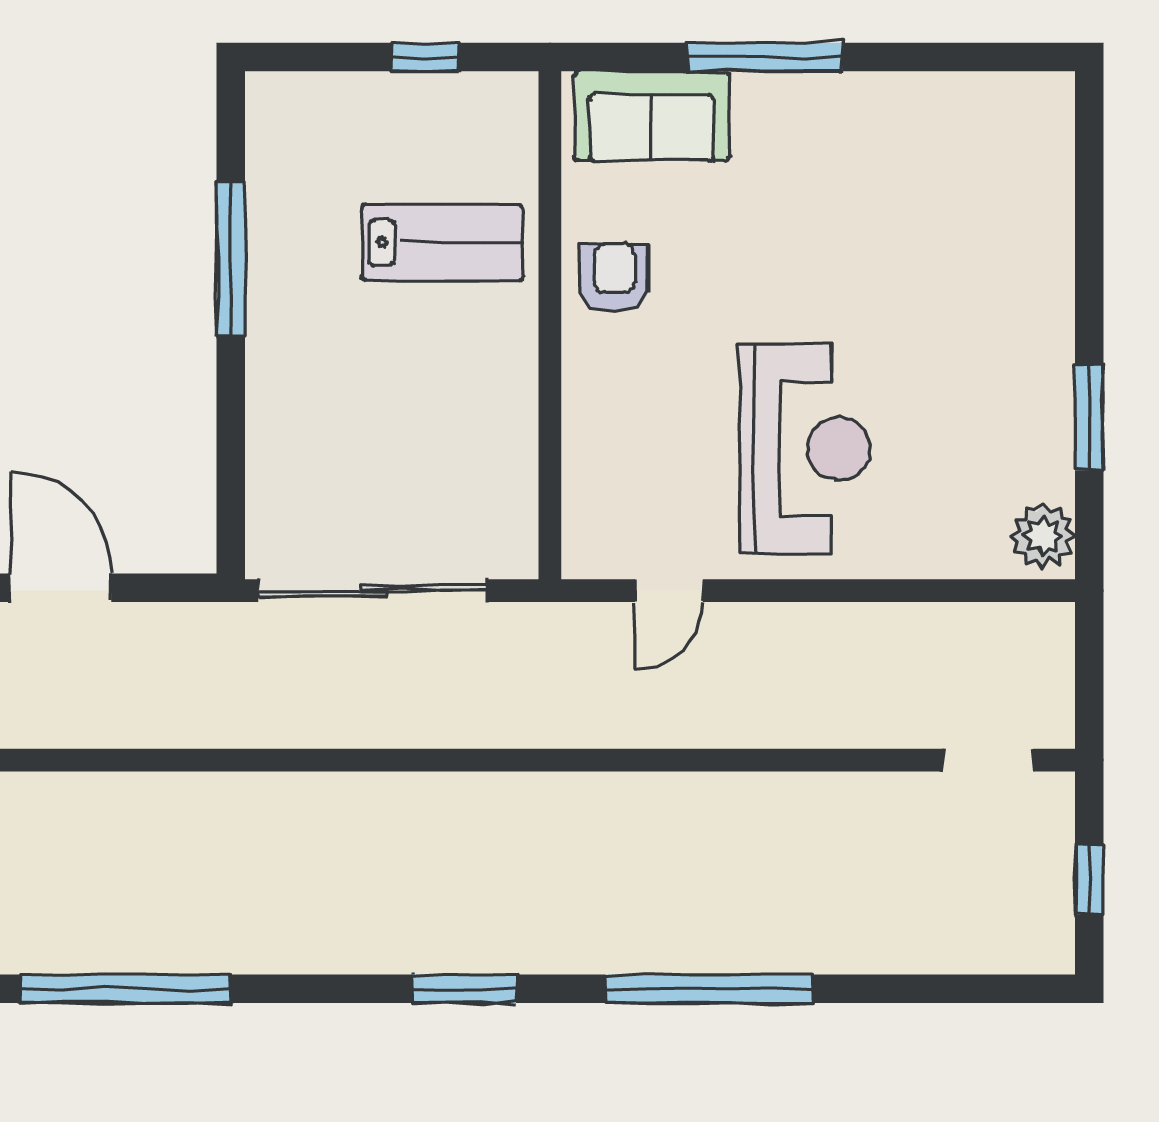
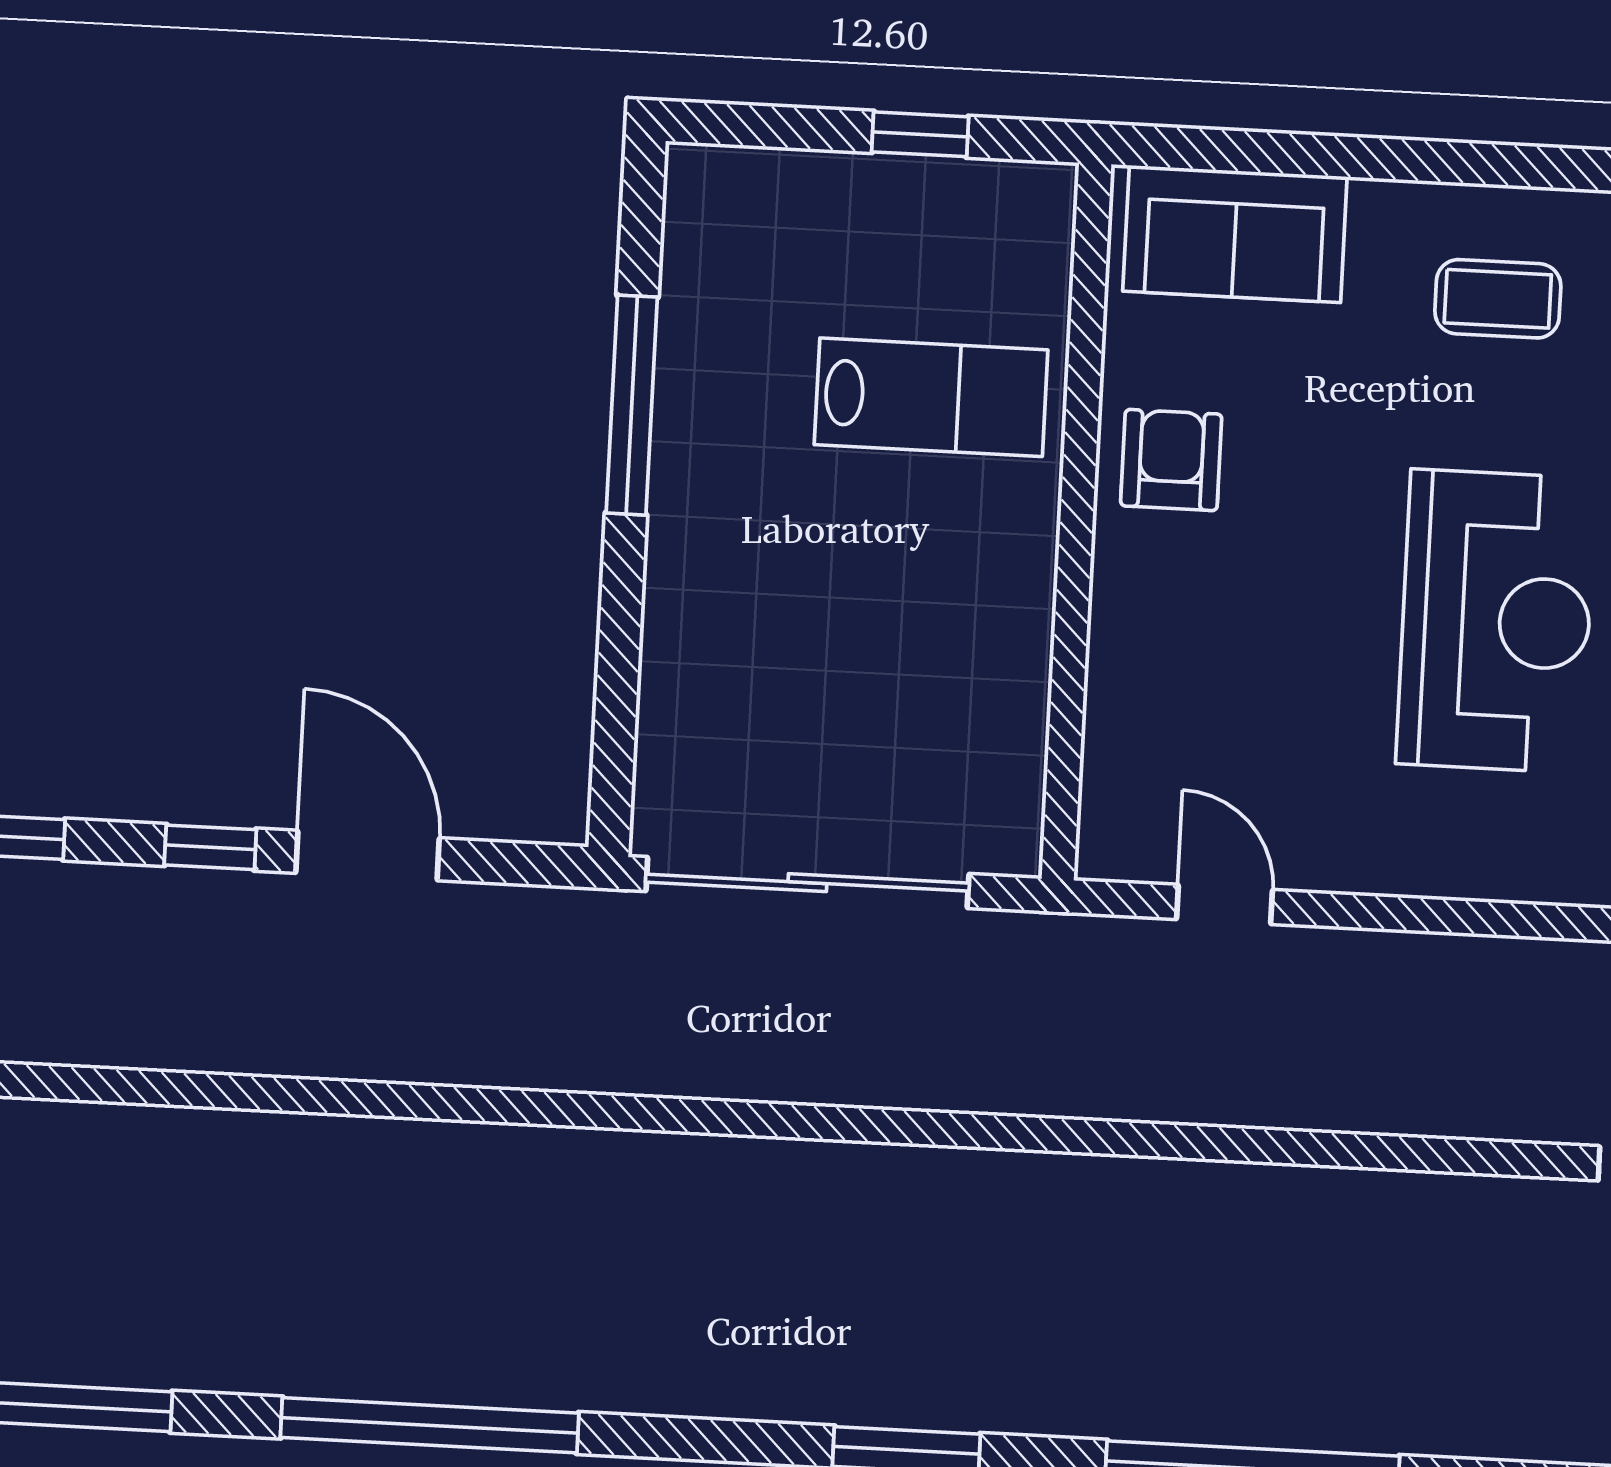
window: (765, 57) -> (1399, 159), removed
coffee table: (840, 152) -> (1498, 299), added
reception desk: (805, 449) -> (1496, 621), moved
door: (669, 591) -> (1224, 904), swing flipped

